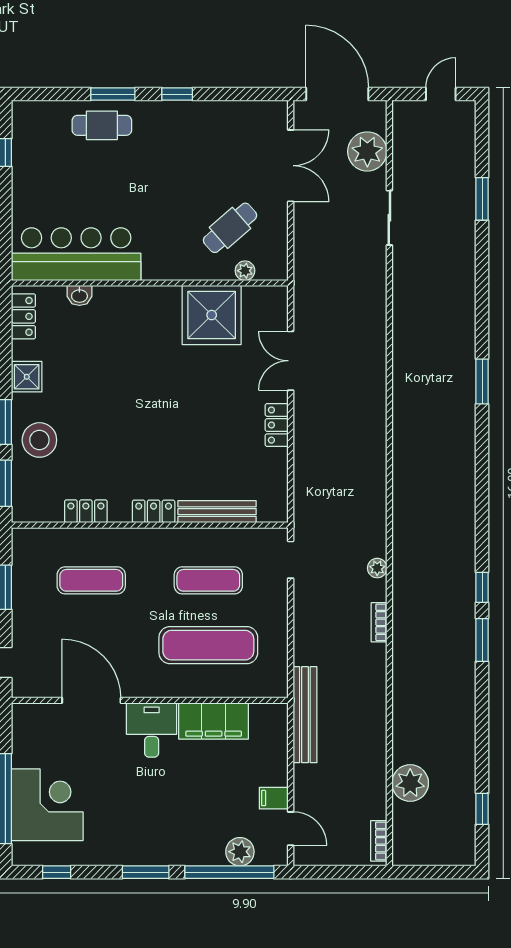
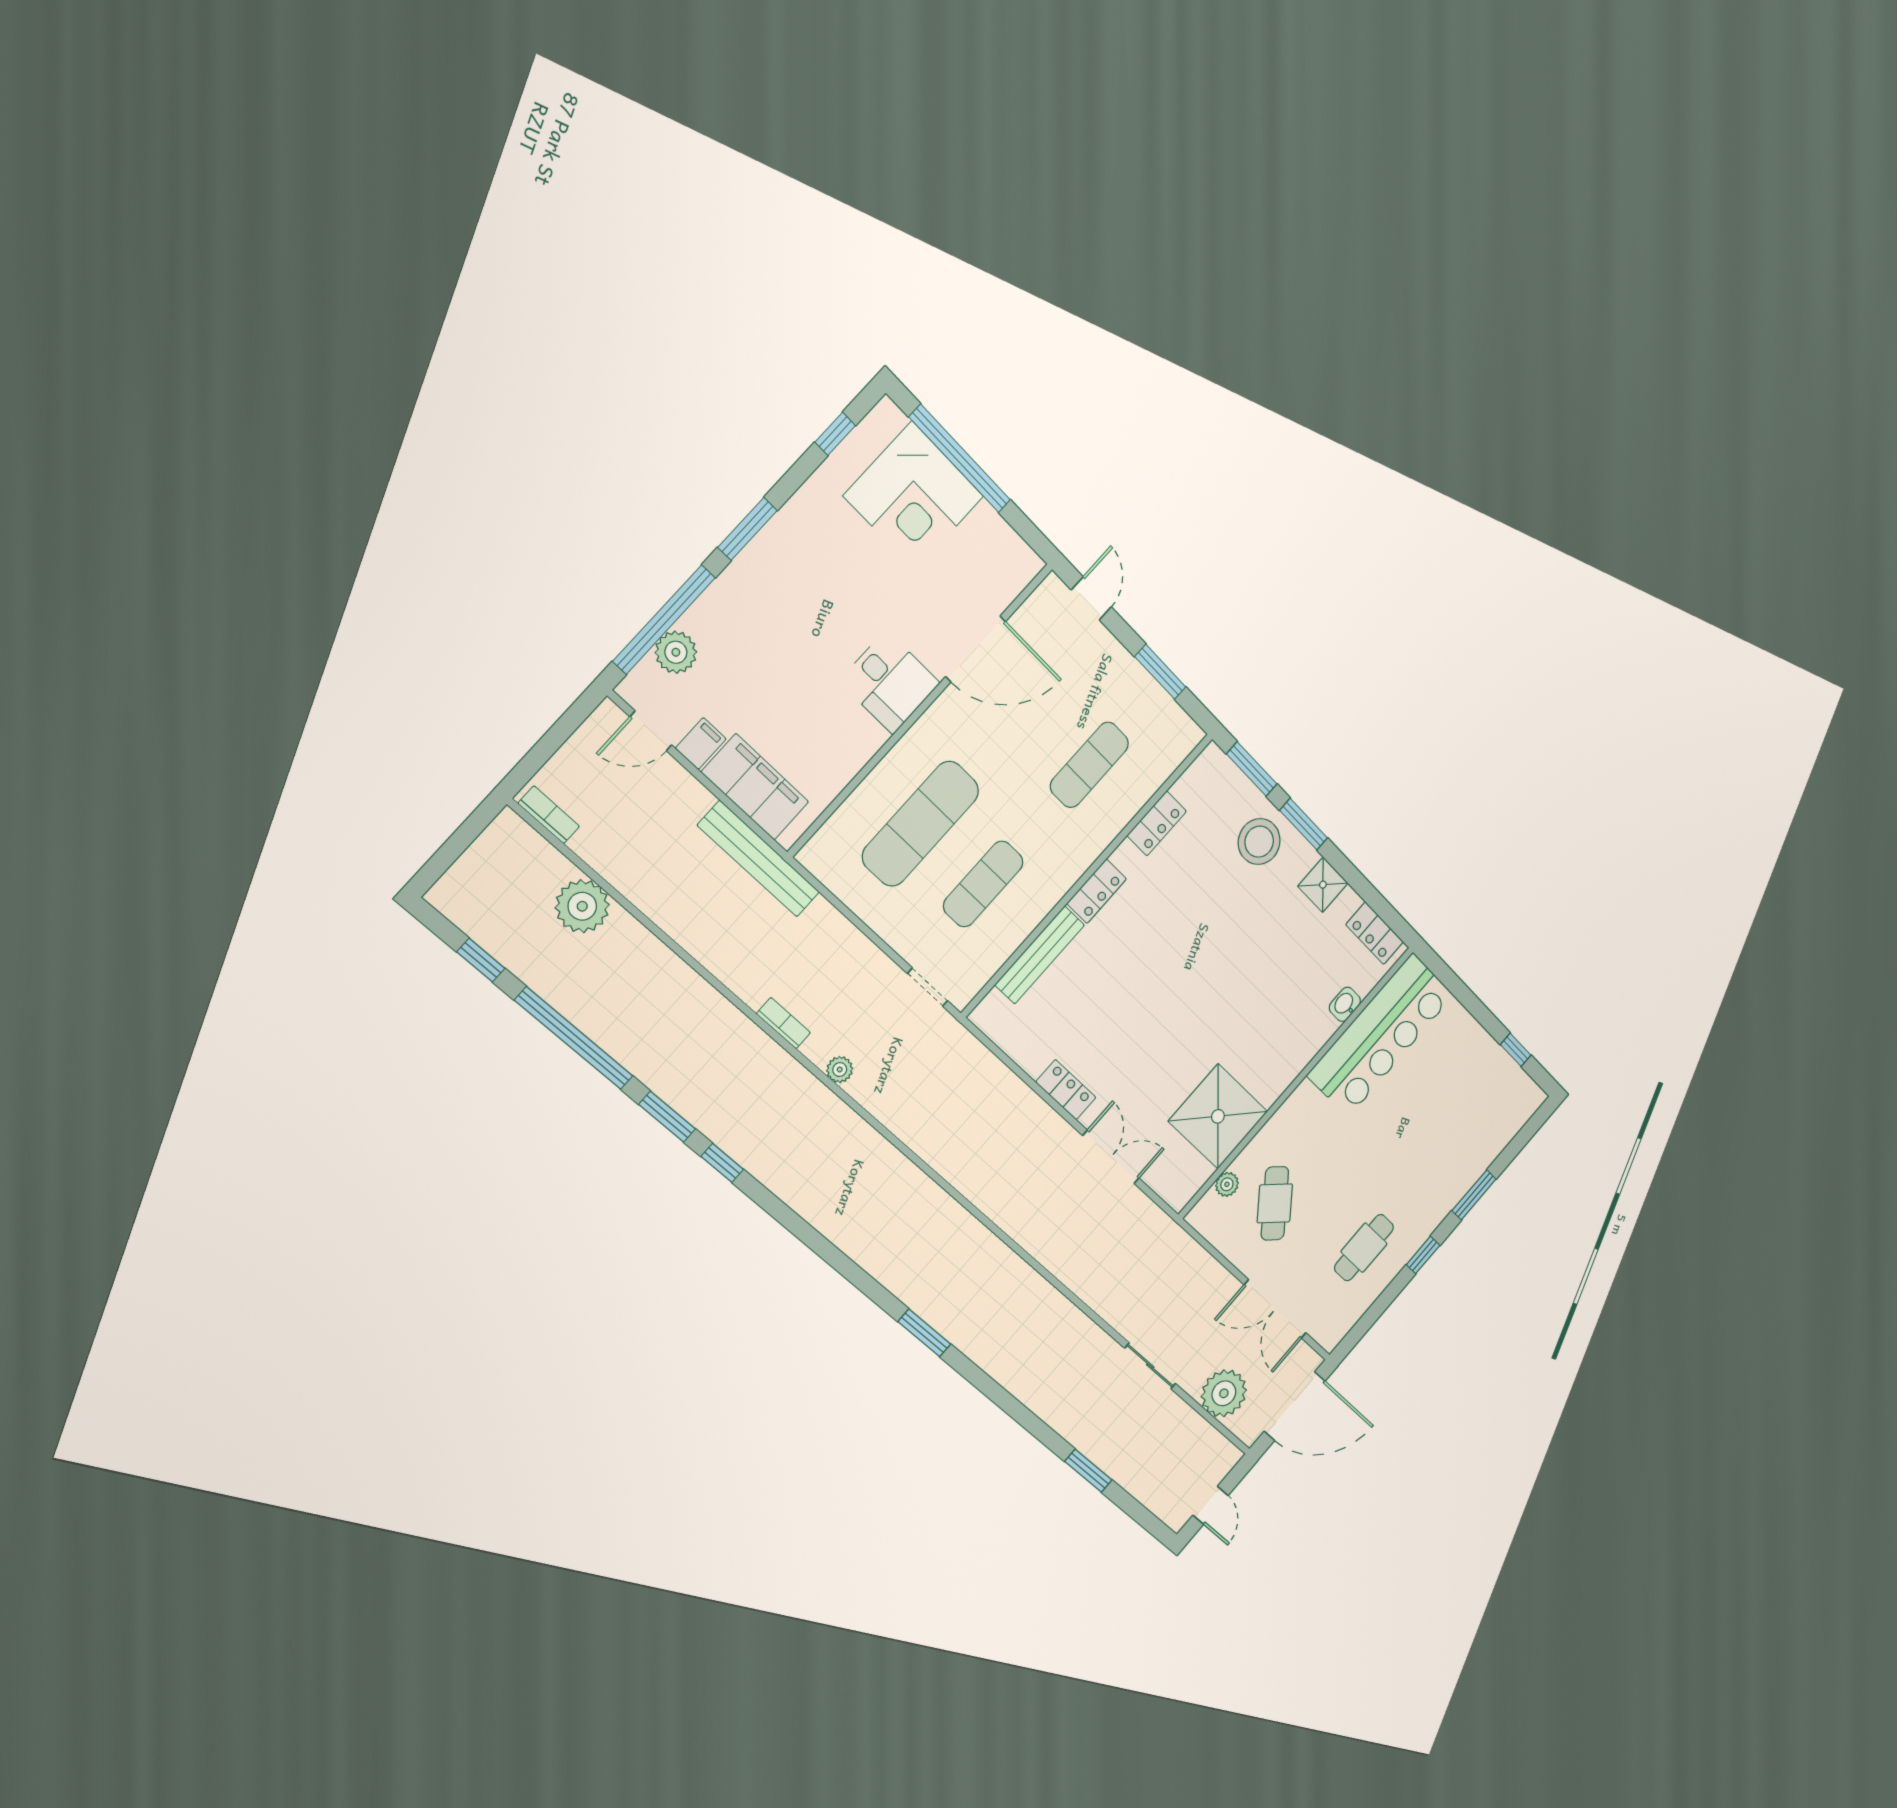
cafe table: (102, 125) -> (1364, 1248), moved
filing cabinet: (214, 721) -> (755, 787), moved, turned 90
window: (482, 726) -> (574, 1038), added

